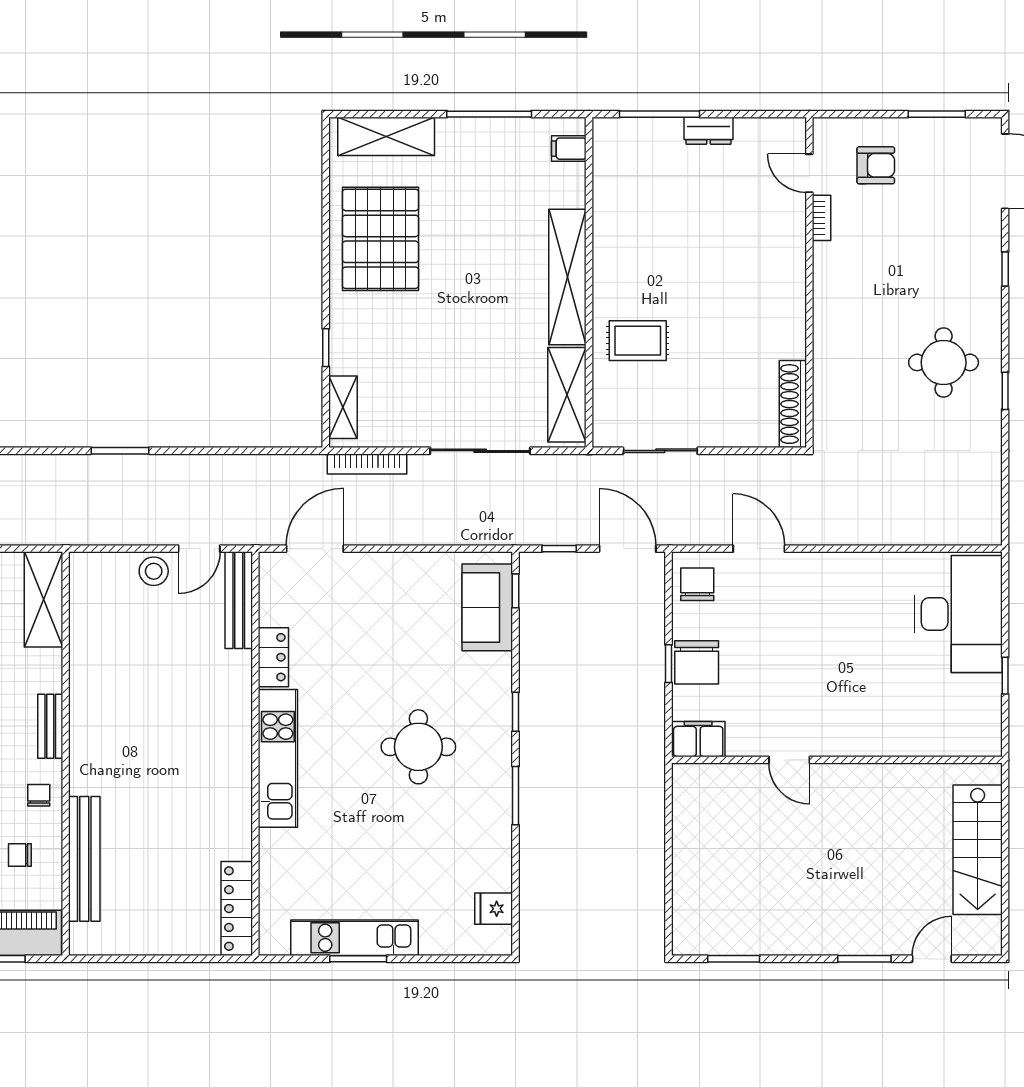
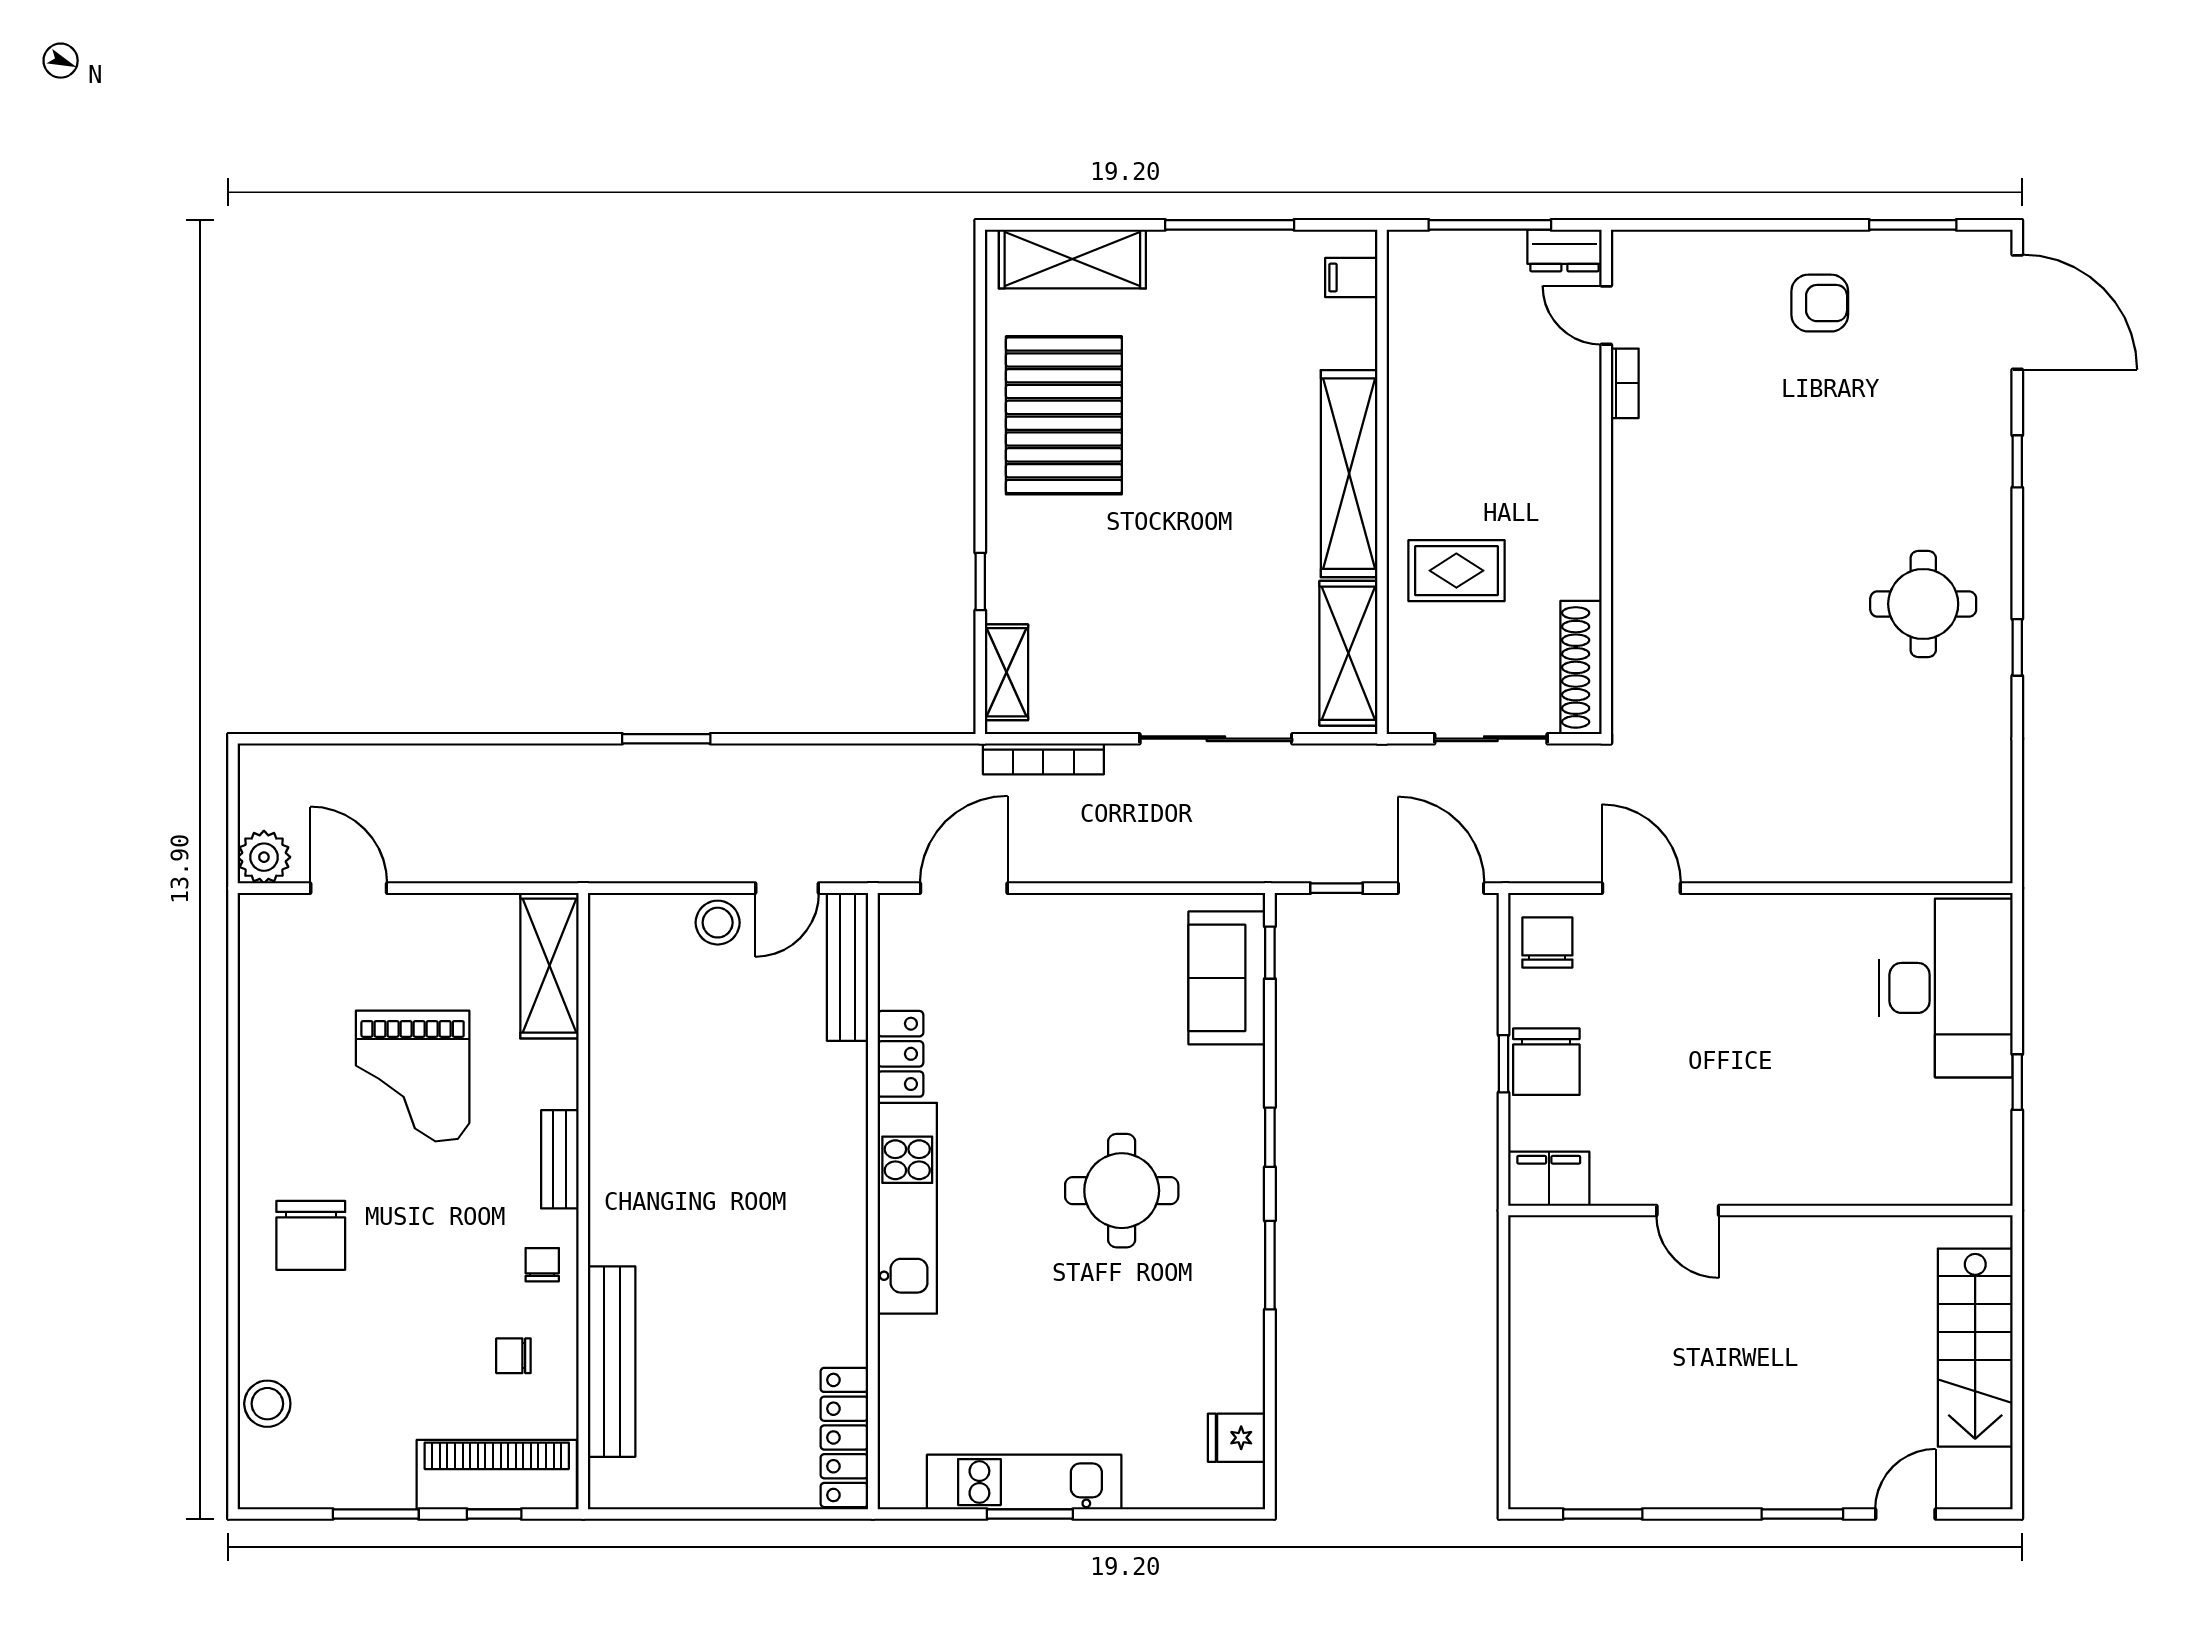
door: (809, 173) -> (1606, 315), moved
bookcase: (821, 218) -> (1625, 383), moved
wall: (809, 282) -> (1606, 482), moved
shoe rack: (793, 404) -> (1581, 667), moved

